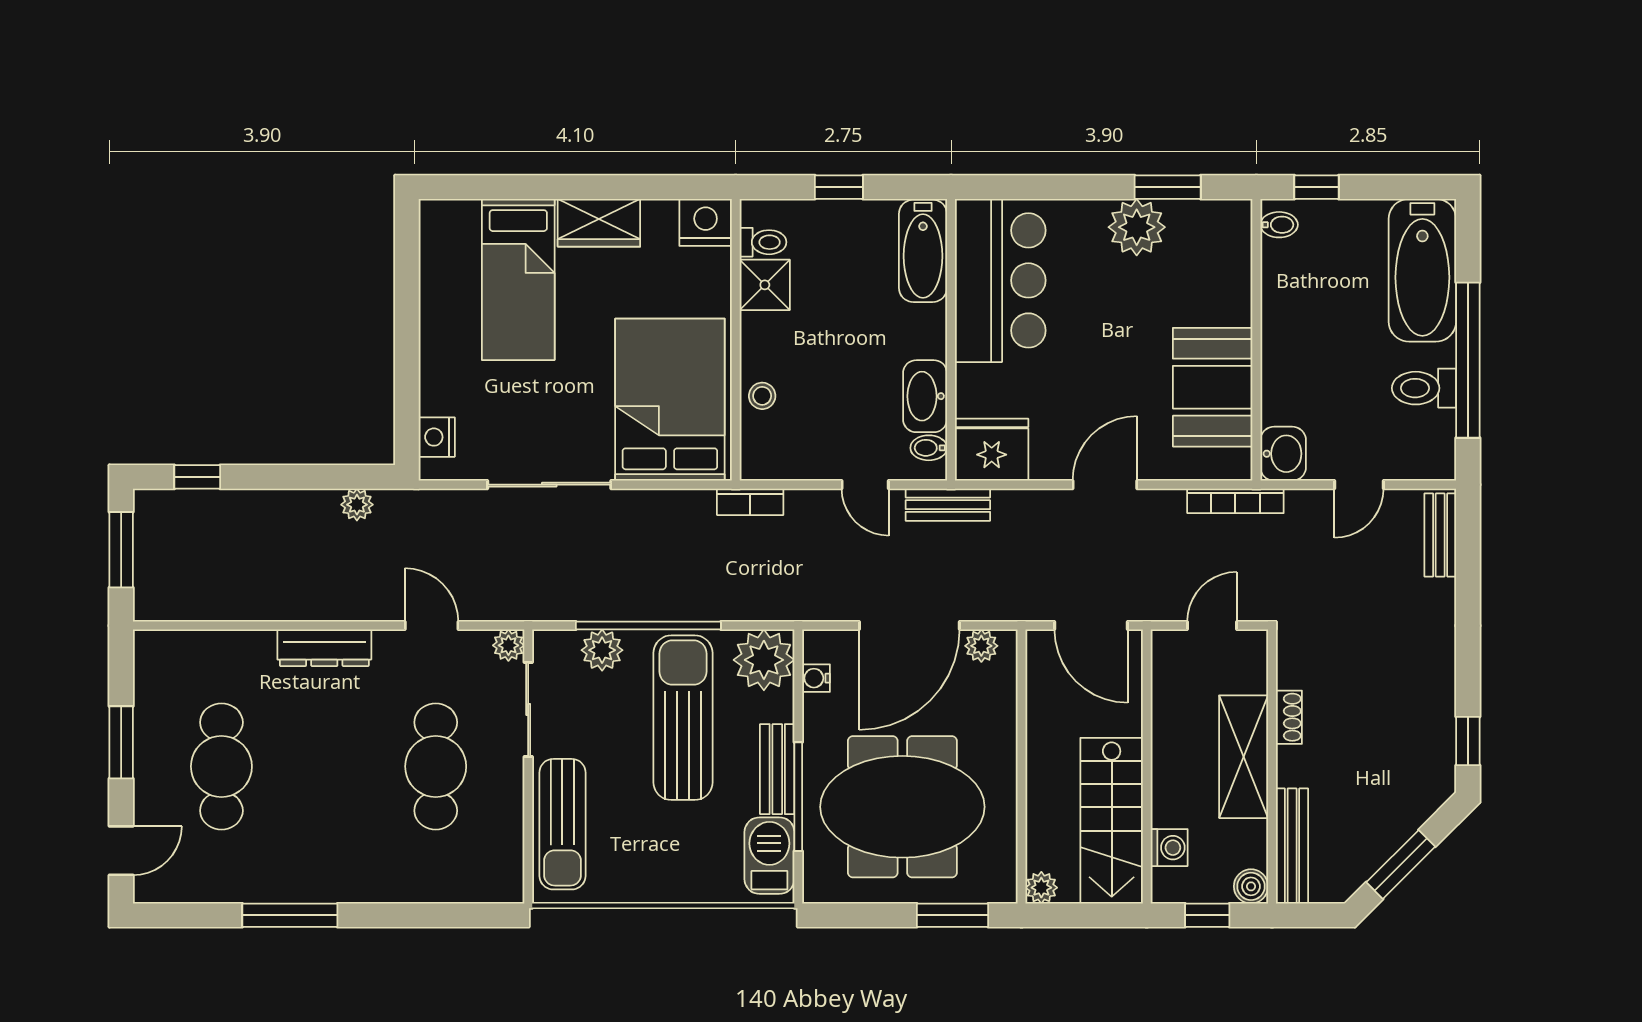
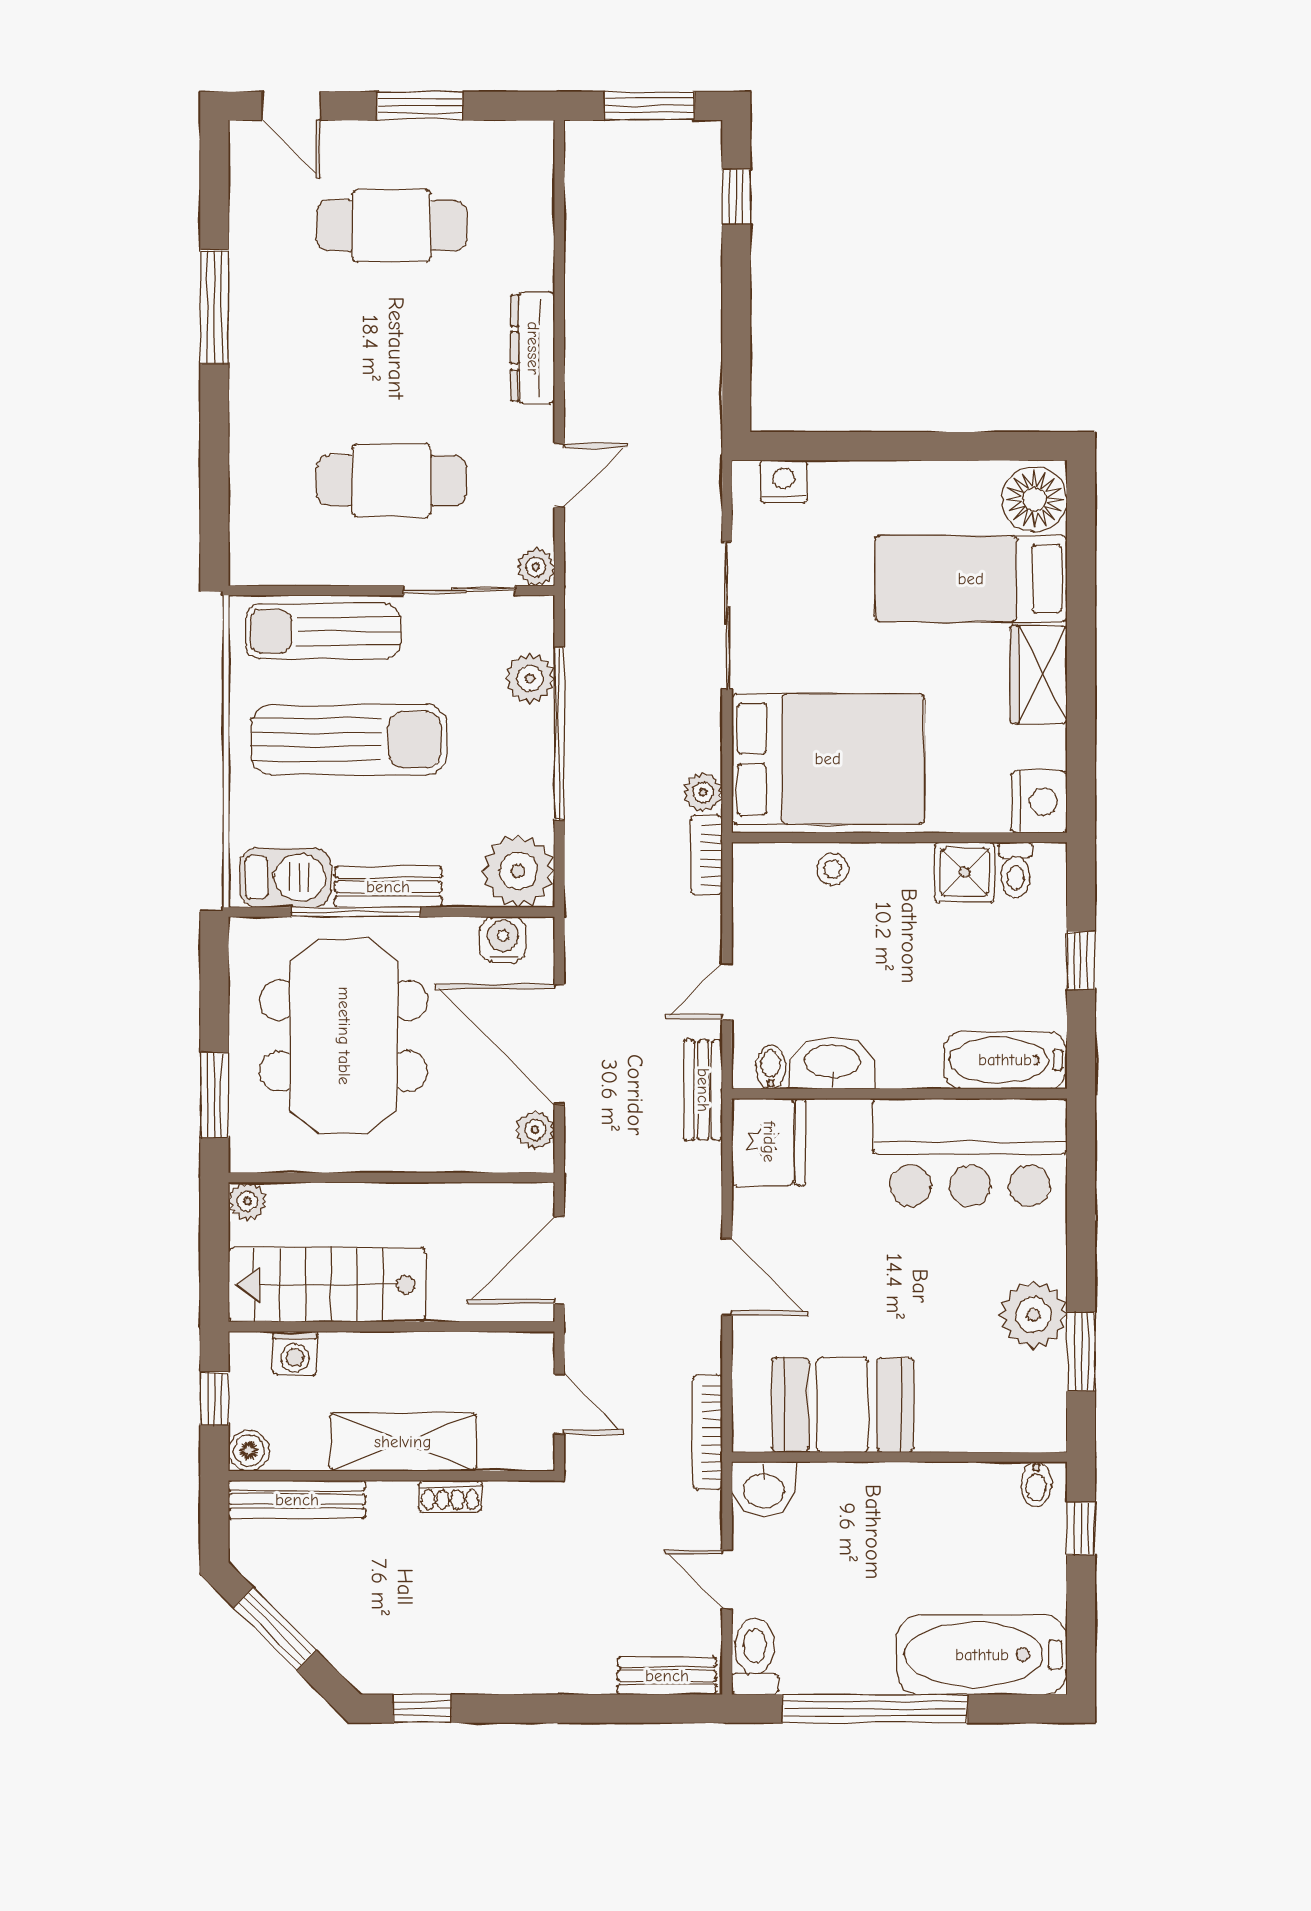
floor lamp: (452, 226) -> (1035, 499), added
toilet: (1424, 388) -> (755, 1657), moved
plant: (357, 505) -> (703, 792), moved
water cooler: (816, 678) -> (503, 939), width x1.38, depth x1.38
sun lounger: (683, 718) -> (349, 740), moved

